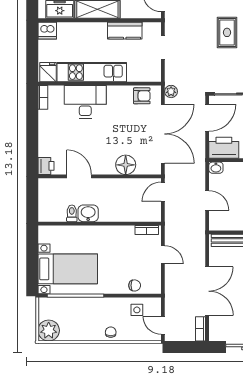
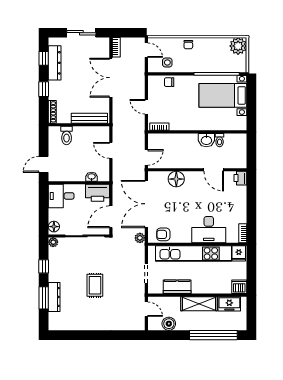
kitchen unit: (92, 72) -> (193, 253), width x1.36
washbasin: (216, 168) -> (92, 177), moved

